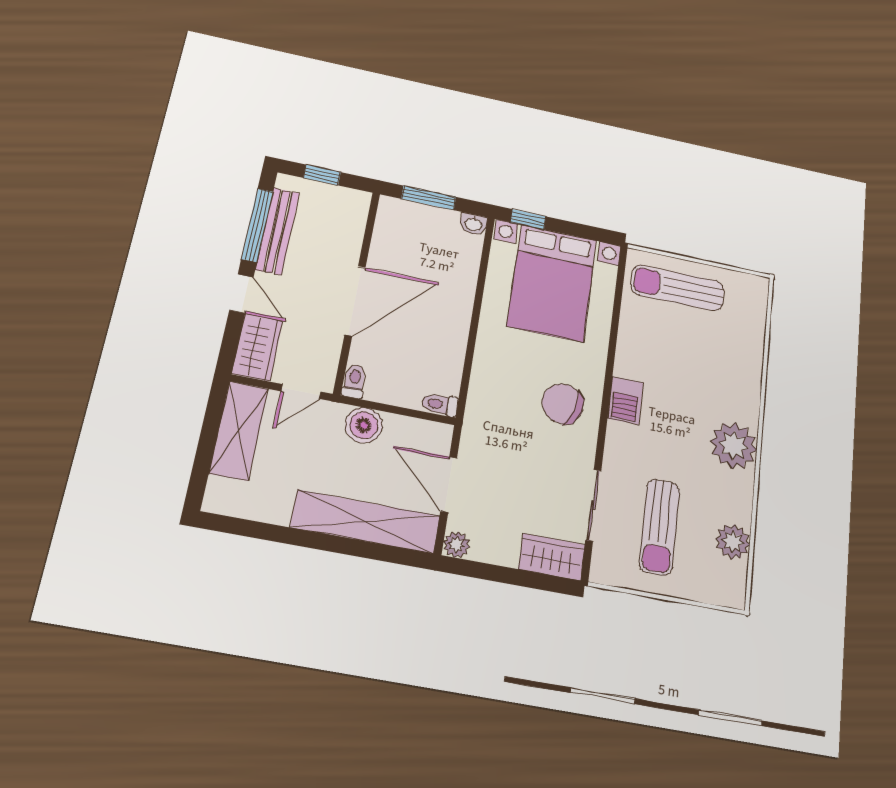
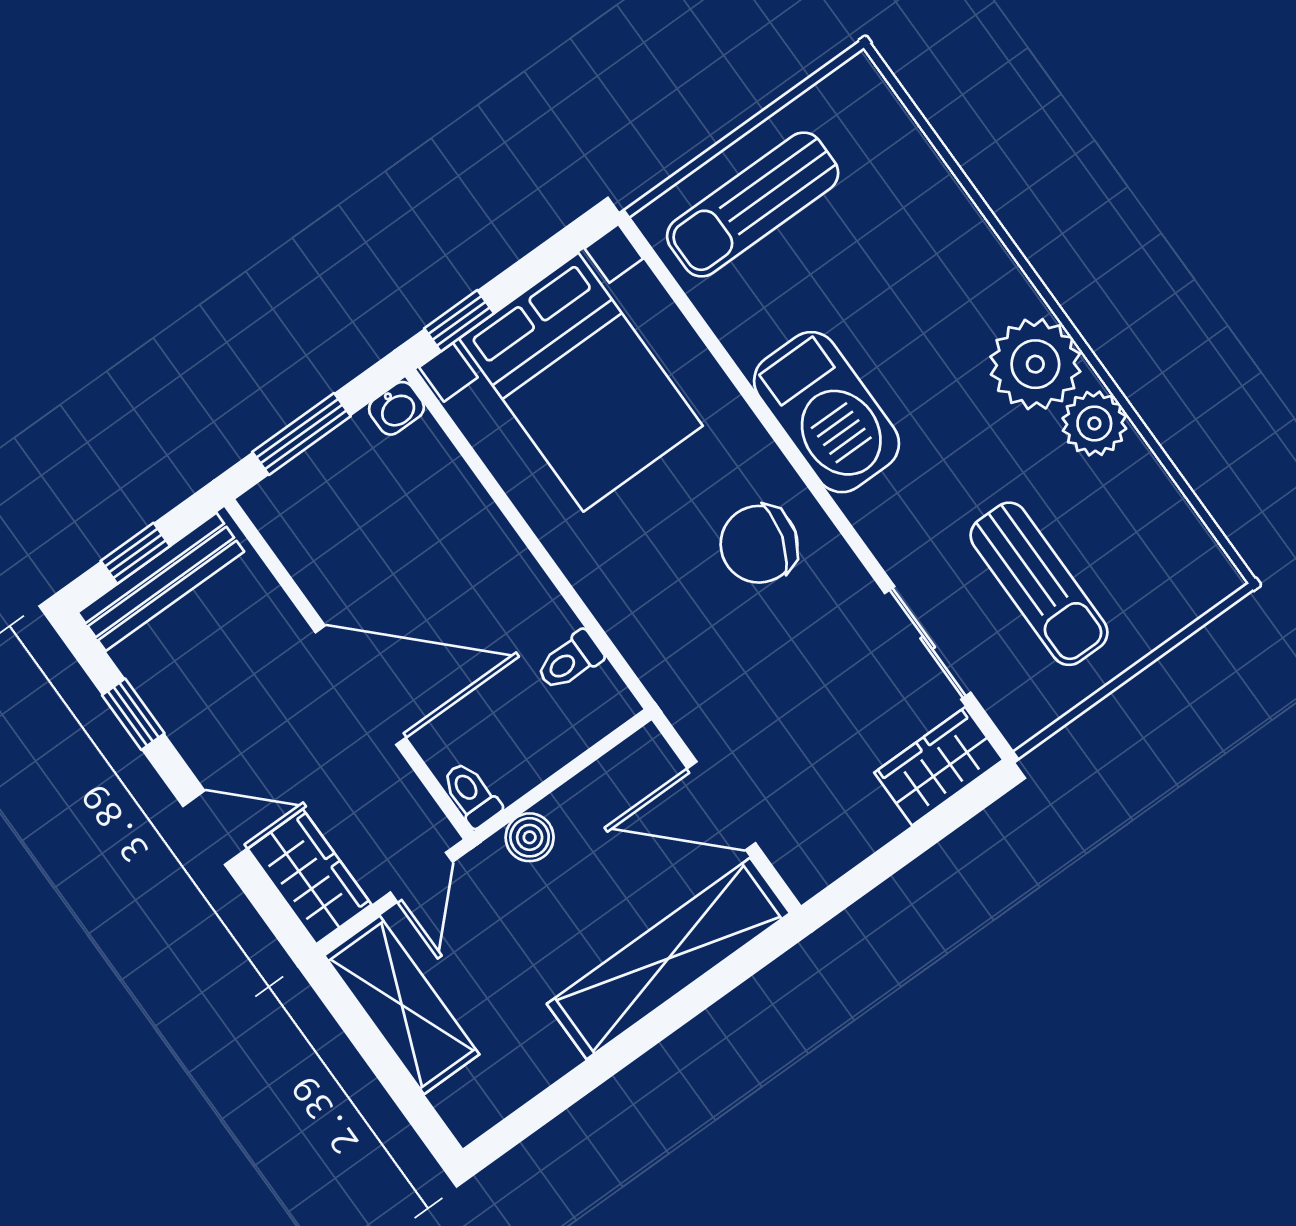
window: (257, 225) -> (133, 714), width x0.46
bench: (278, 231) -> (161, 582), moved, turned 90
door: (355, 301) -> (361, 685), hinge flipped
barbecue: (625, 400) -> (827, 412), width x1.88, depth x1.53
toilet: (440, 404) -> (570, 661), moved
boiler: (364, 425) -> (530, 837), width x0.73, depth x0.73
plant: (733, 542) -> (1094, 423), moved
plant: (457, 545) -> (807, 873), removed

